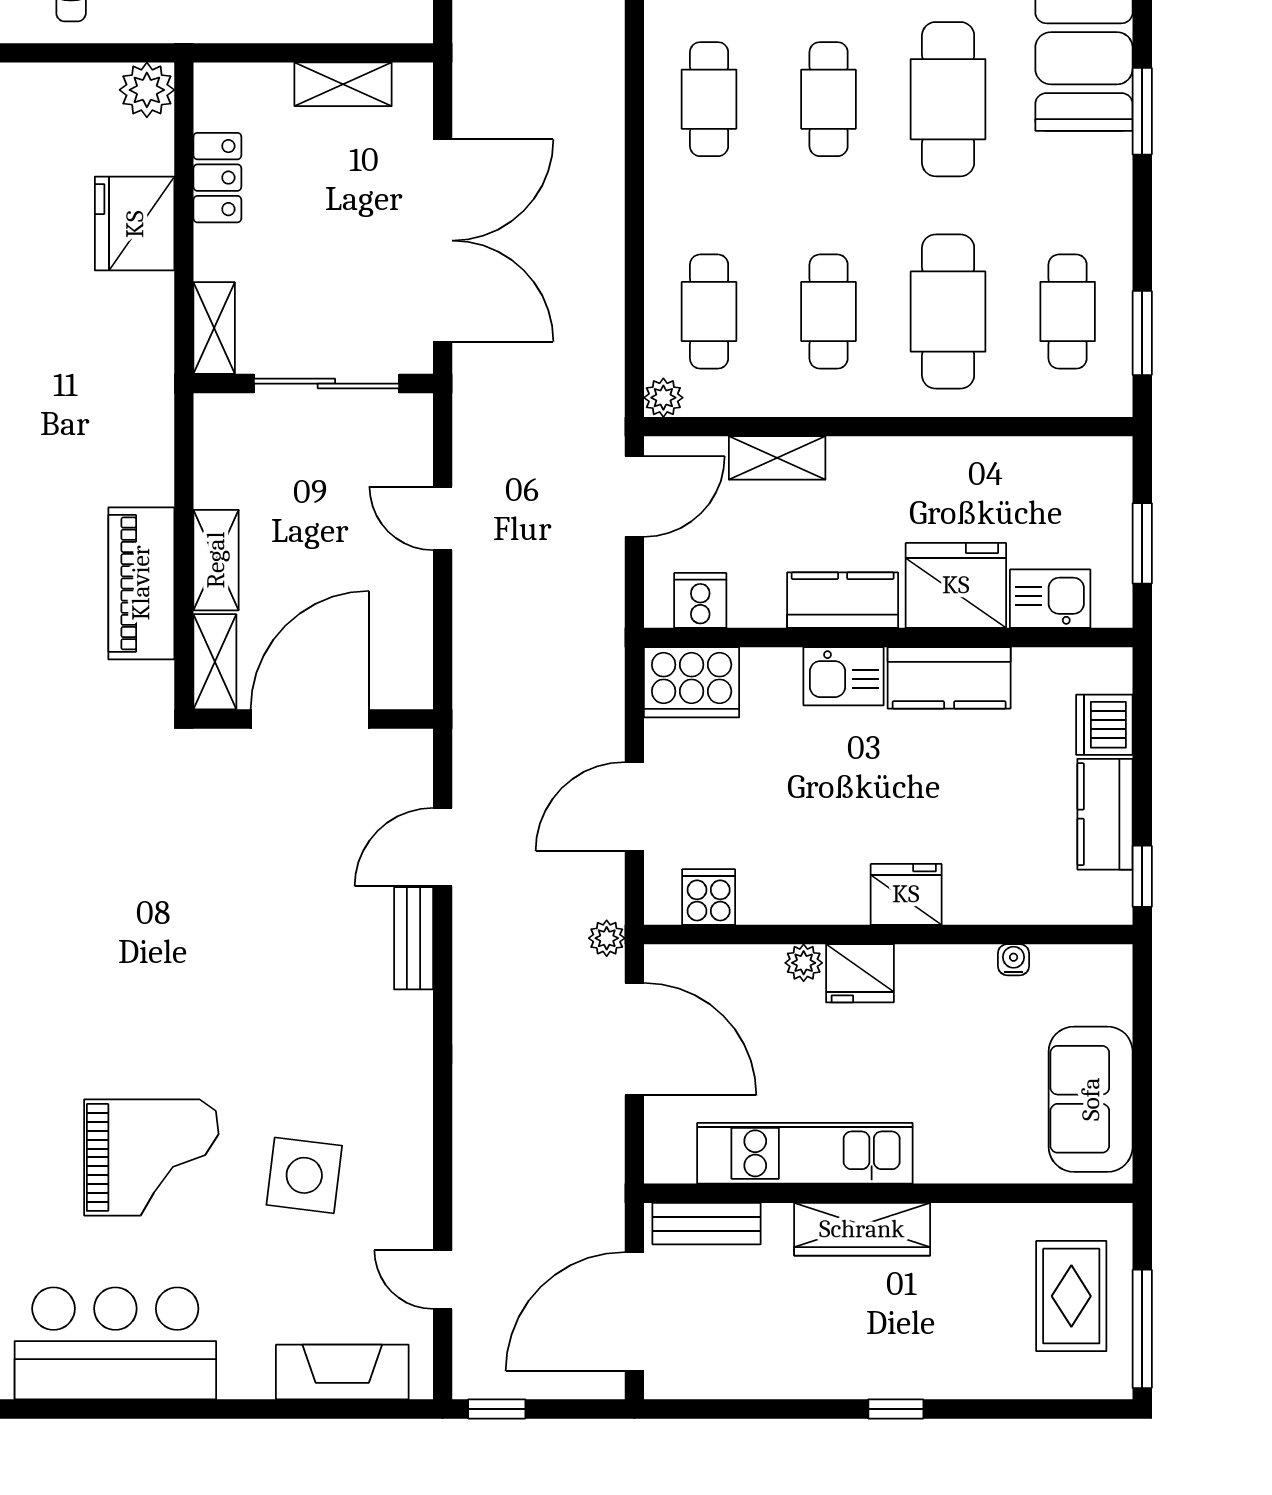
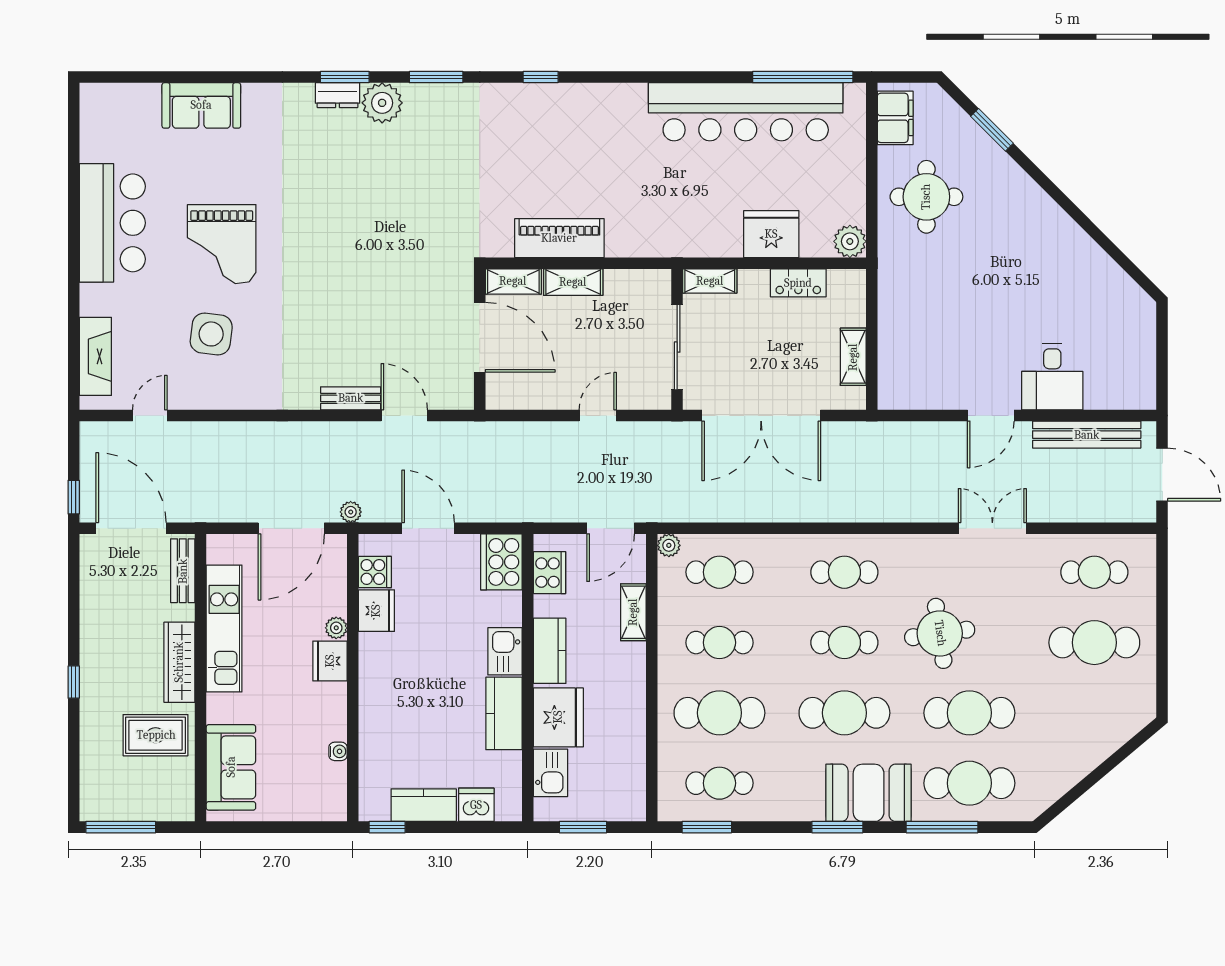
door: (634, 496) -> (611, 528), hinge flipped
cooker: (700, 600) -> (549, 573), width x1.36
fridge: (906, 894) -> (376, 611), moved
sofa: (1091, 1099) -> (231, 767), moved, turned 90
rug: (1071, 1296) -> (156, 735), moved
window: (497, 1409) -> (74, 497), moved

